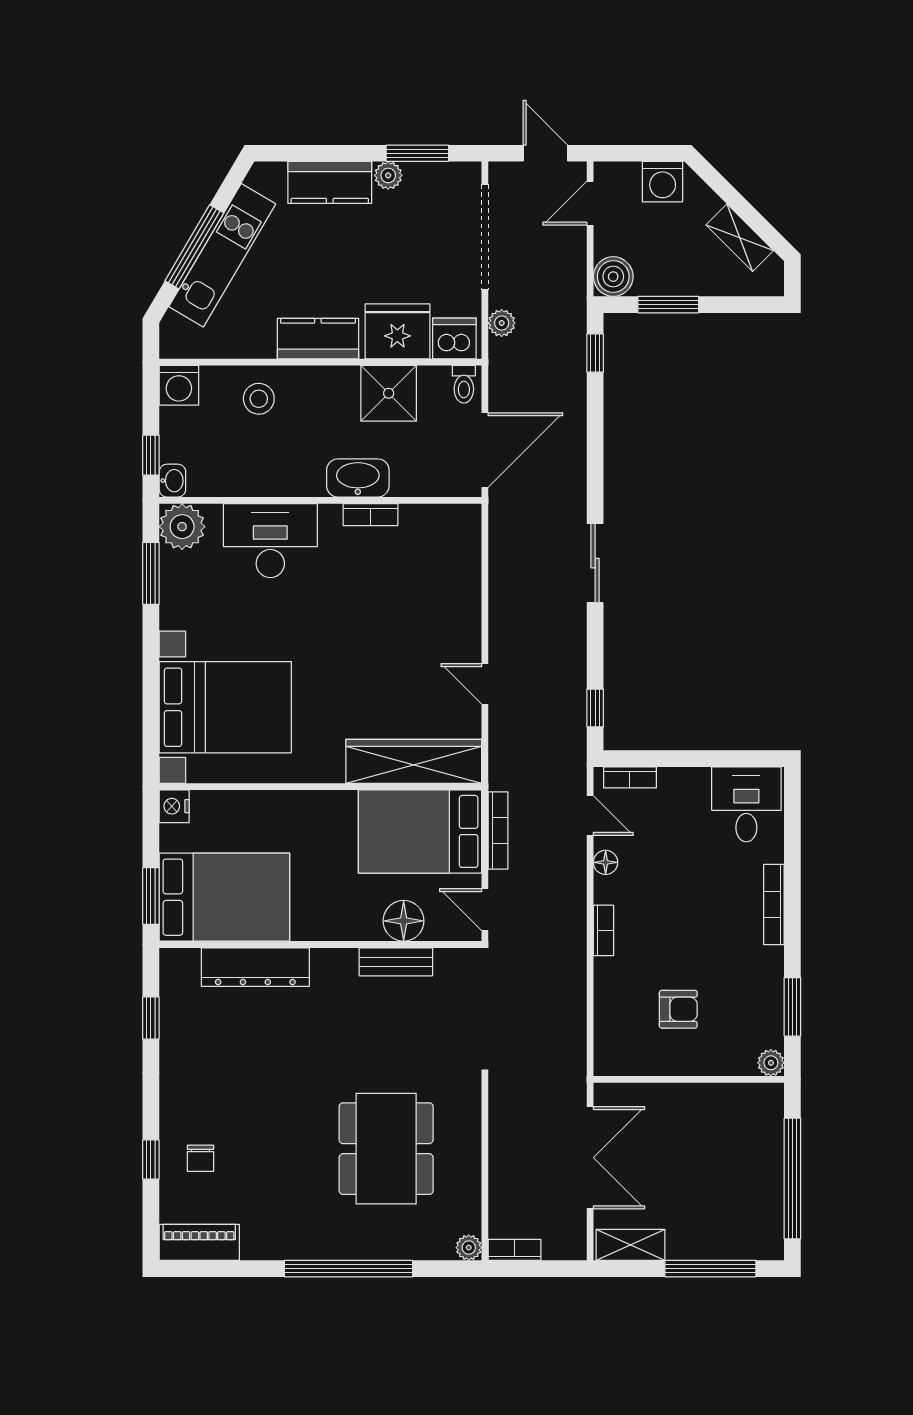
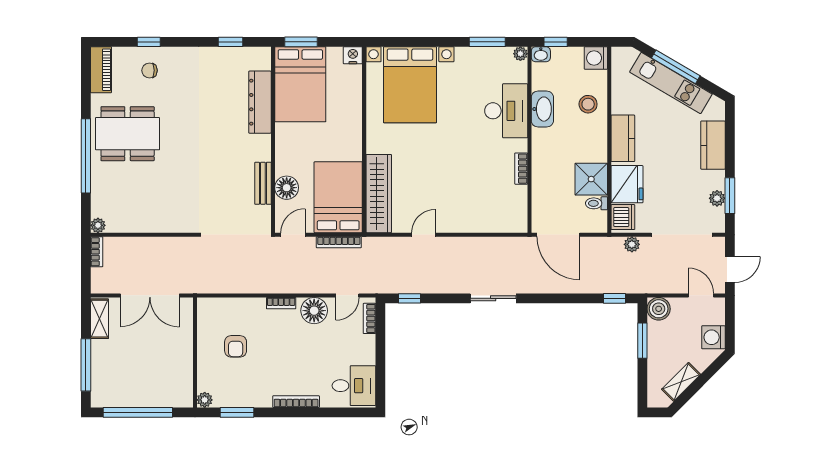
plant: (388, 175) -> (717, 198), moved
toilet: (464, 384) -> (596, 203), moved
washbasin: (358, 478) -> (542, 109), moved
plant: (182, 527) -> (520, 54), width x0.53, depth x0.53
floor lamp: (606, 862) -> (314, 311), width x1.89, depth x1.89
dining table: (386, 1149) -> (128, 134), moved

